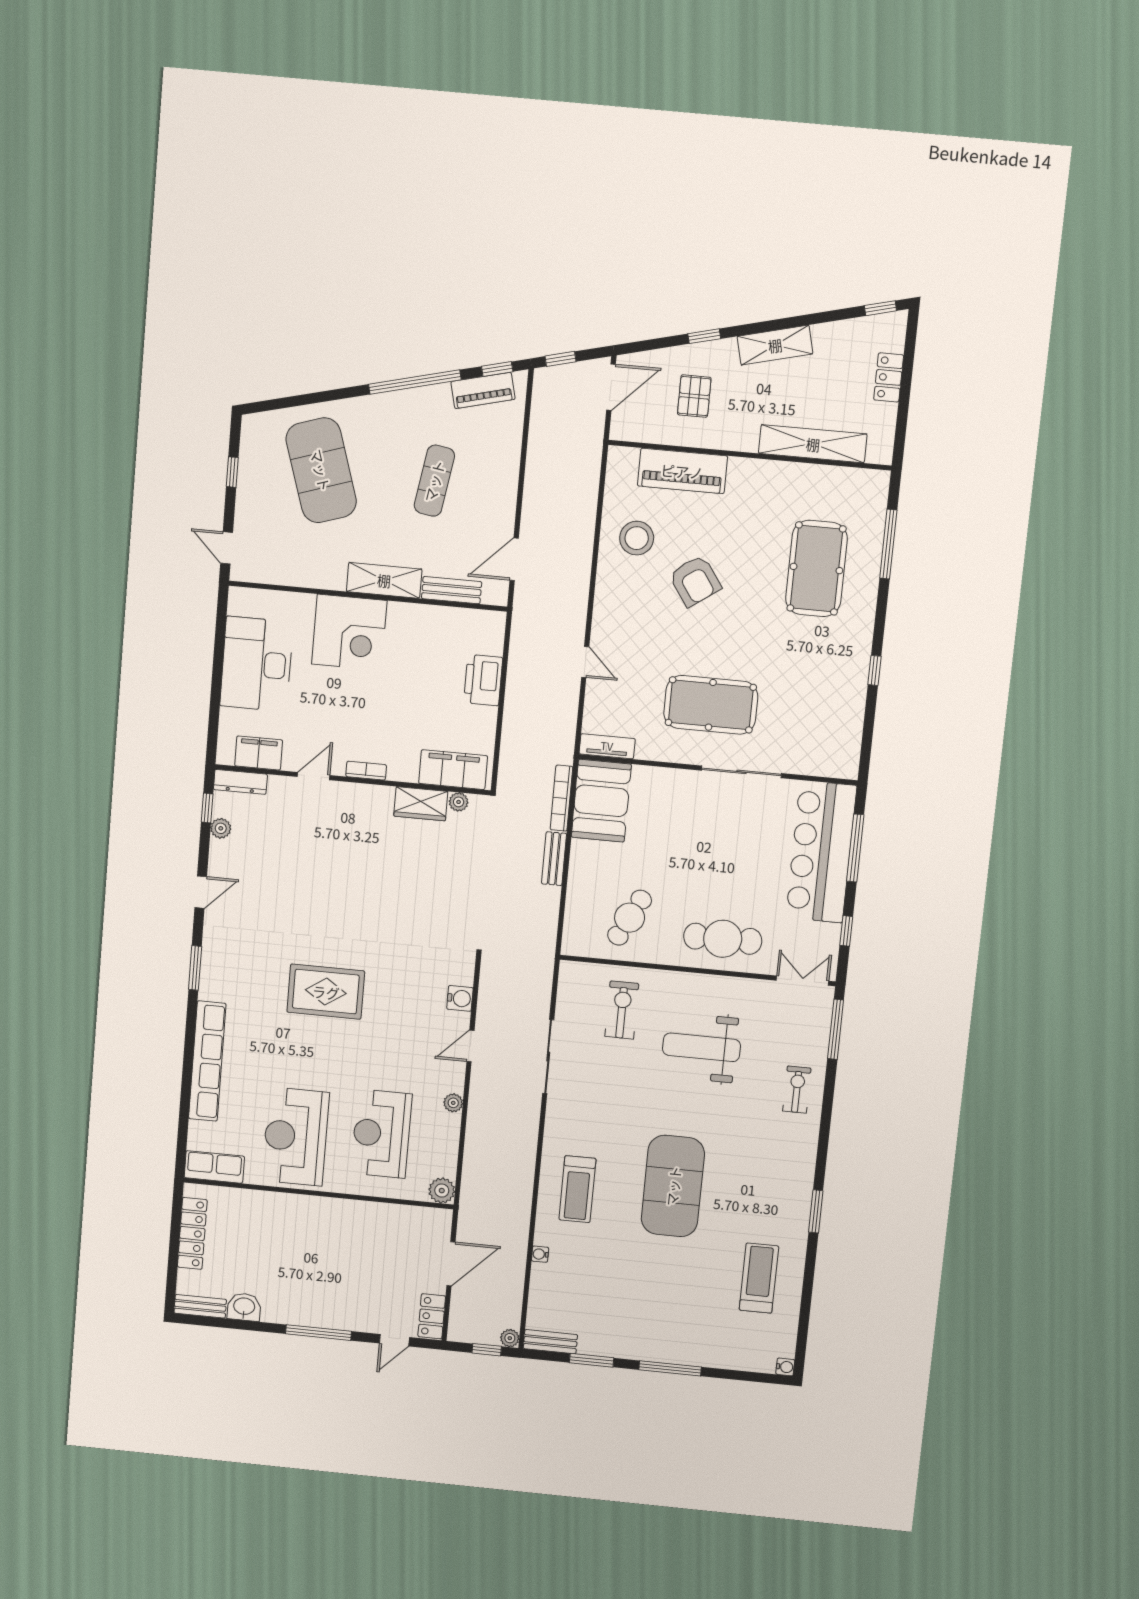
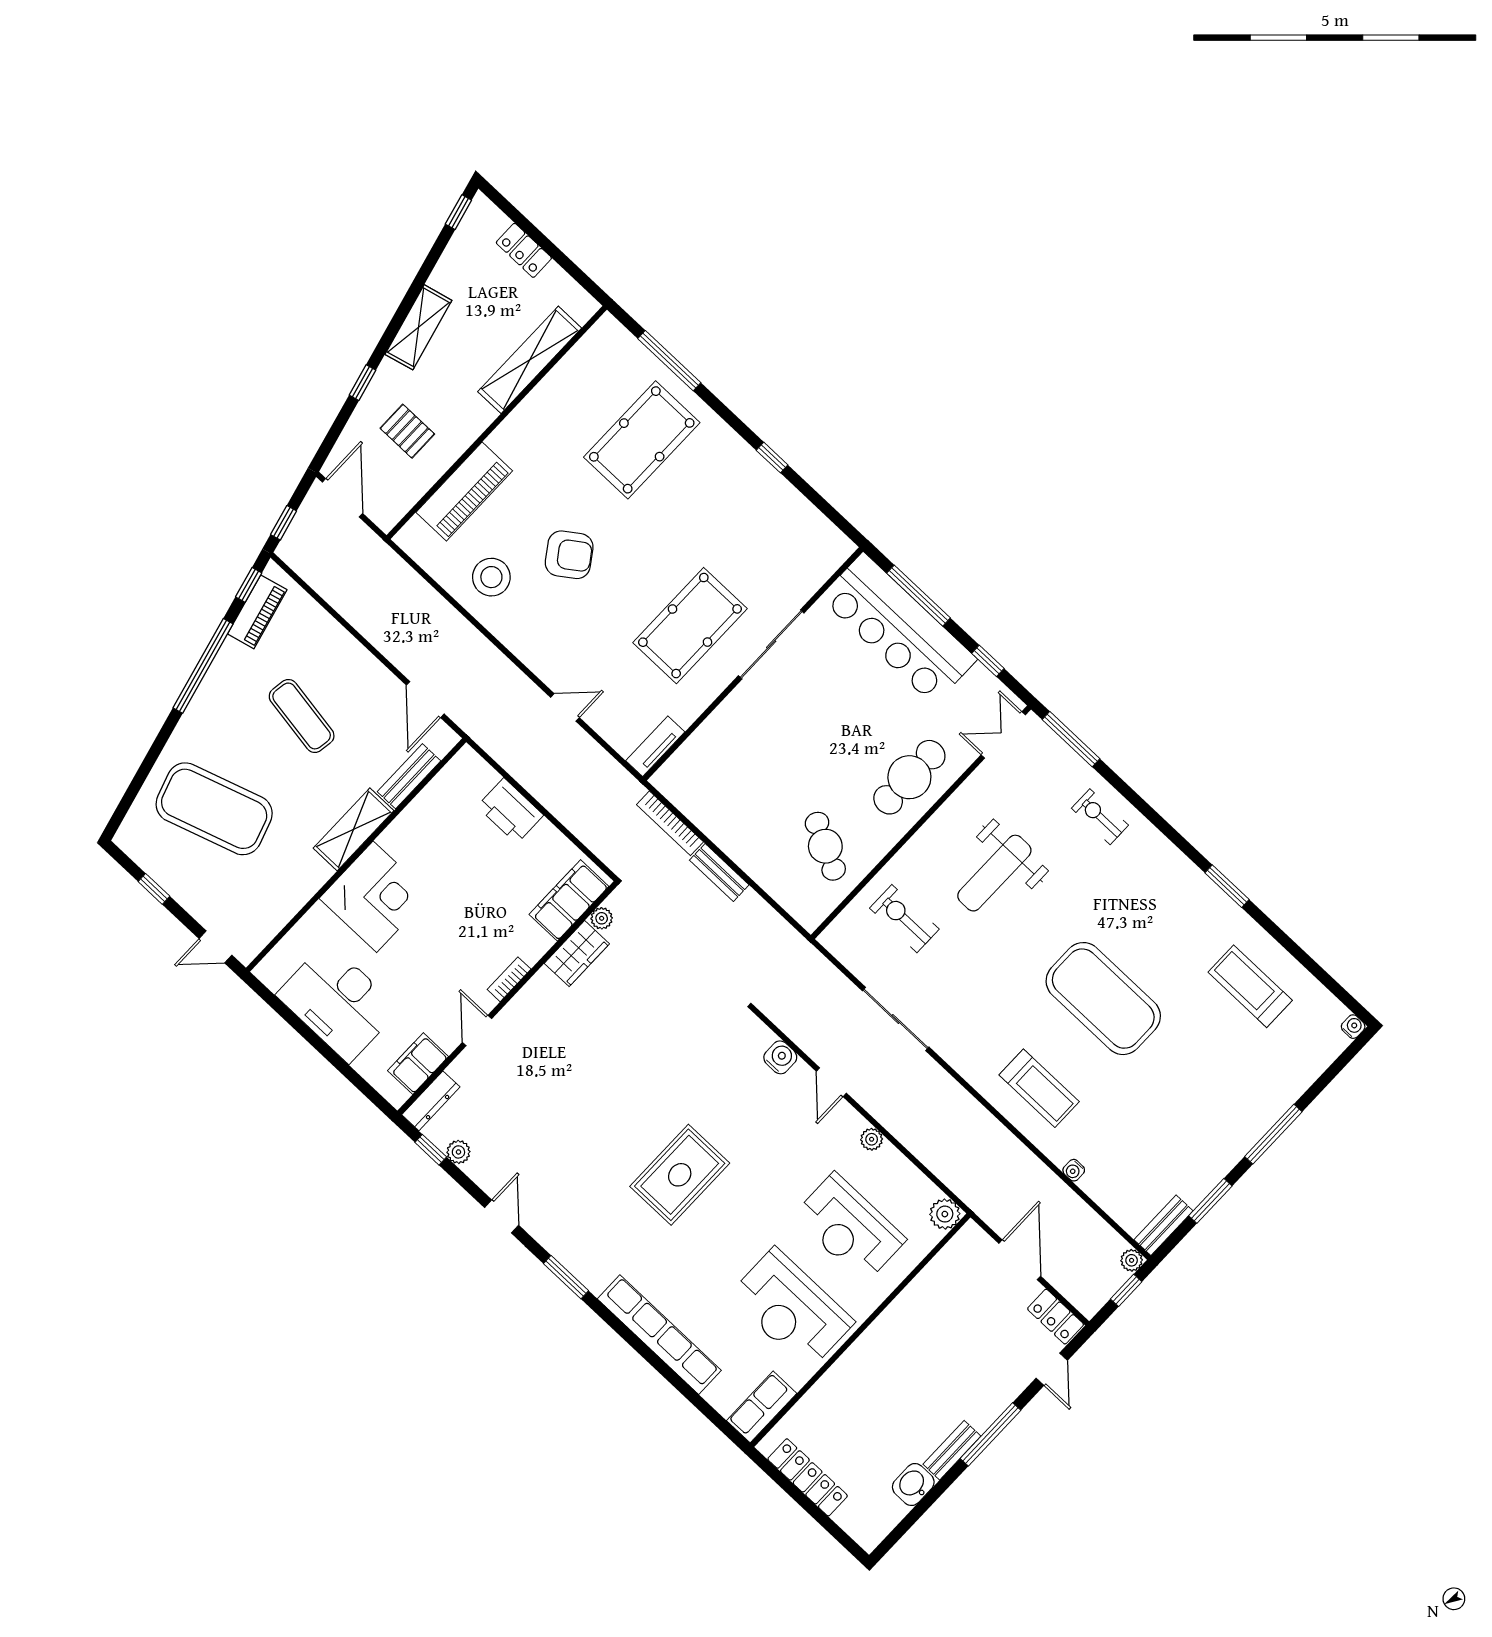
pool table: (816, 569) -> (642, 440), turned 90
booth: (601, 801) -> (700, 789), removed
bench: (200, 1306) -> (952, 1450), moved

